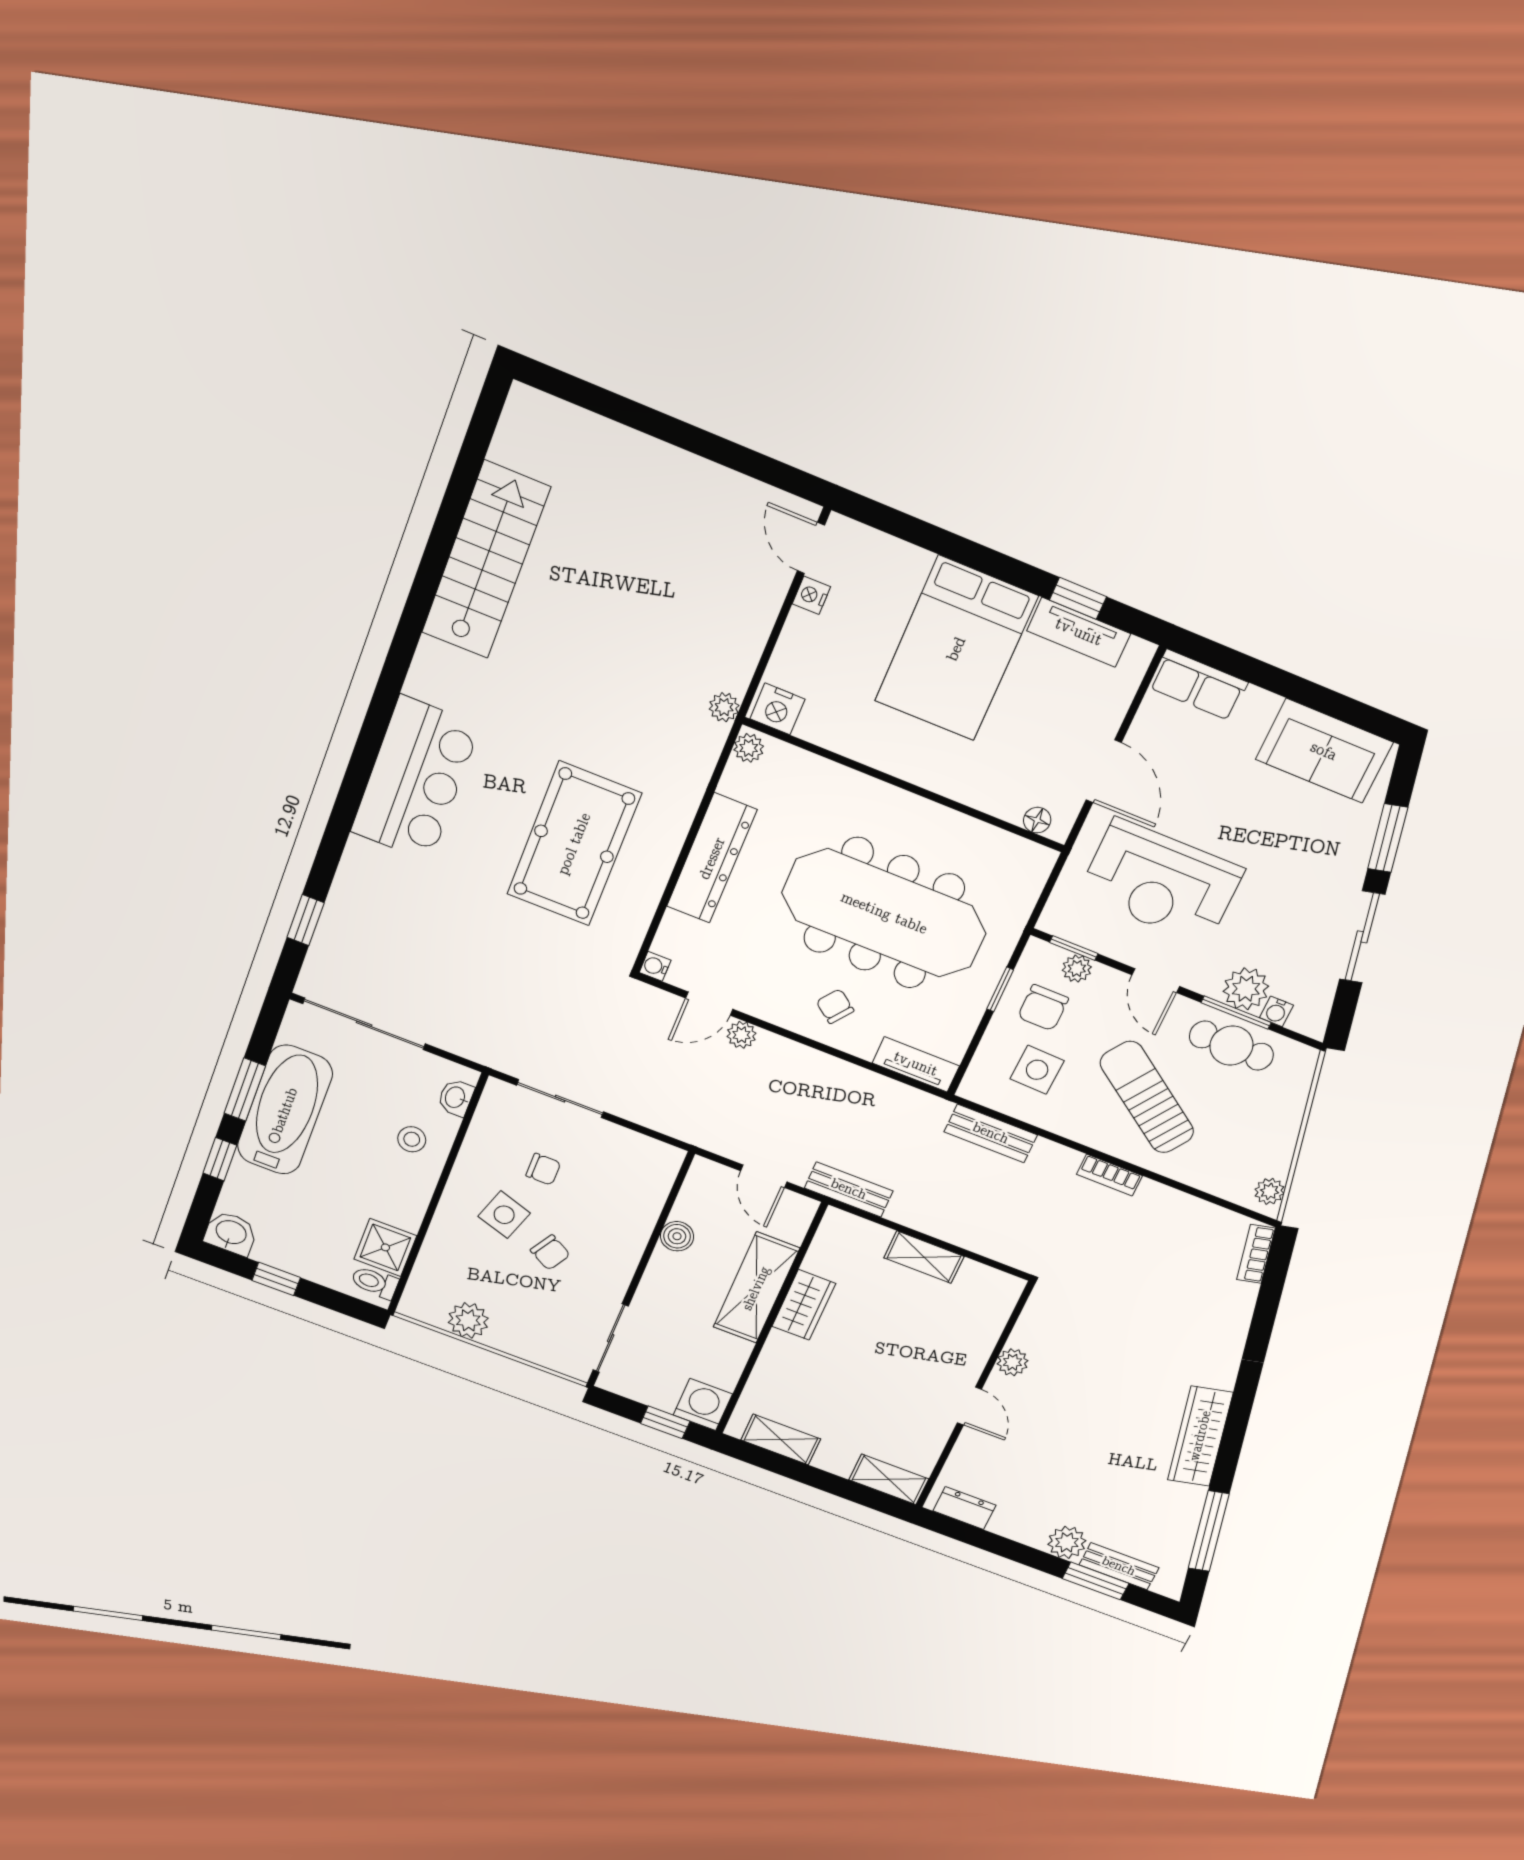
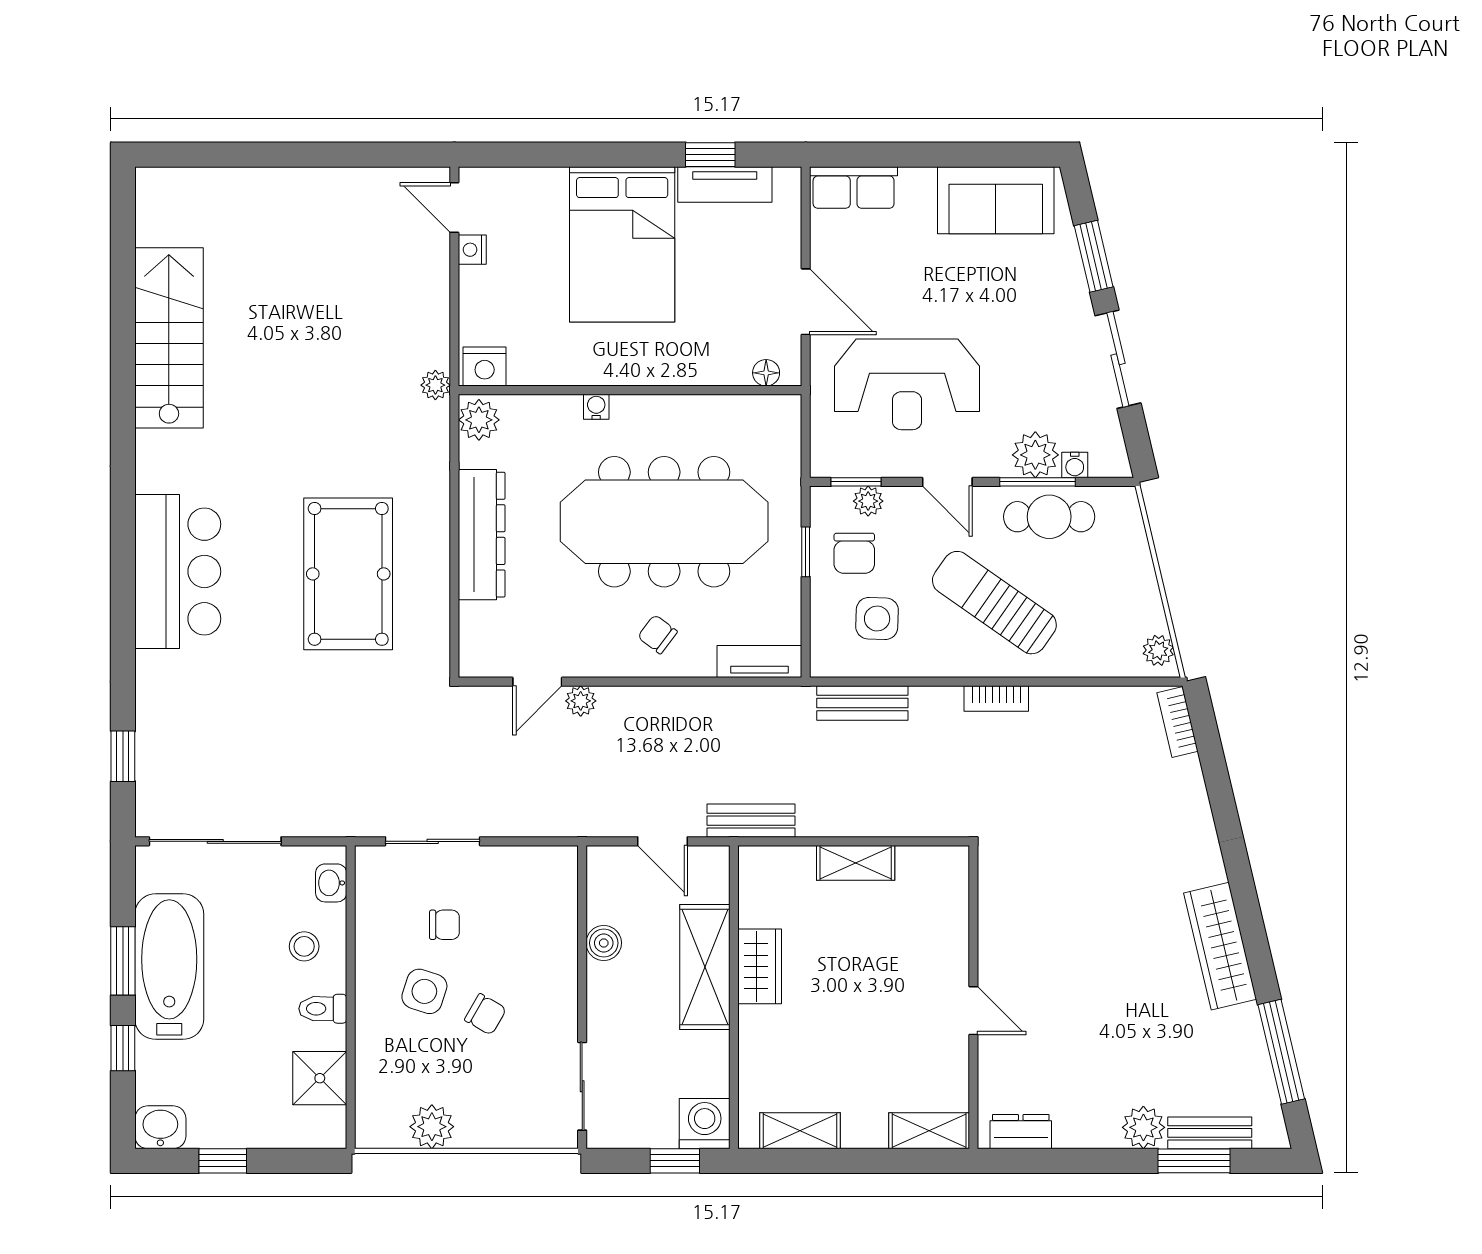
plant: (749, 748) -> (479, 420), width x1.38, depth x1.38
water cooler: (655, 966) -> (596, 407), moved, turned 90
toilet: (375, 1282) -> (323, 1009), moved
plant: (1013, 1362) -> (994, 942), removed

